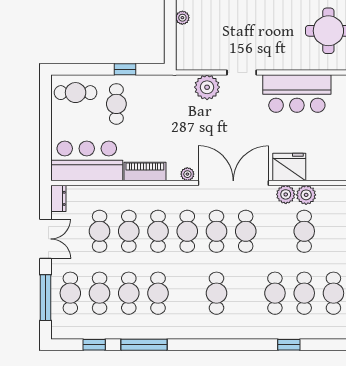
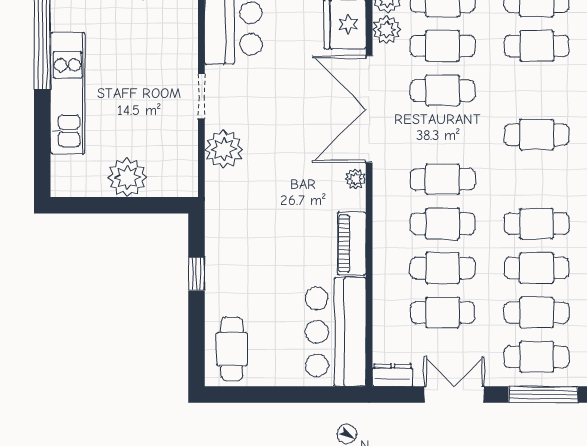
plant: (182, 18) -> (127, 177), width x1.88, depth x1.88
cafe table: (116, 104) -> (249, 287), removed
cafe table: (216, 231) -> (443, 46), moved

